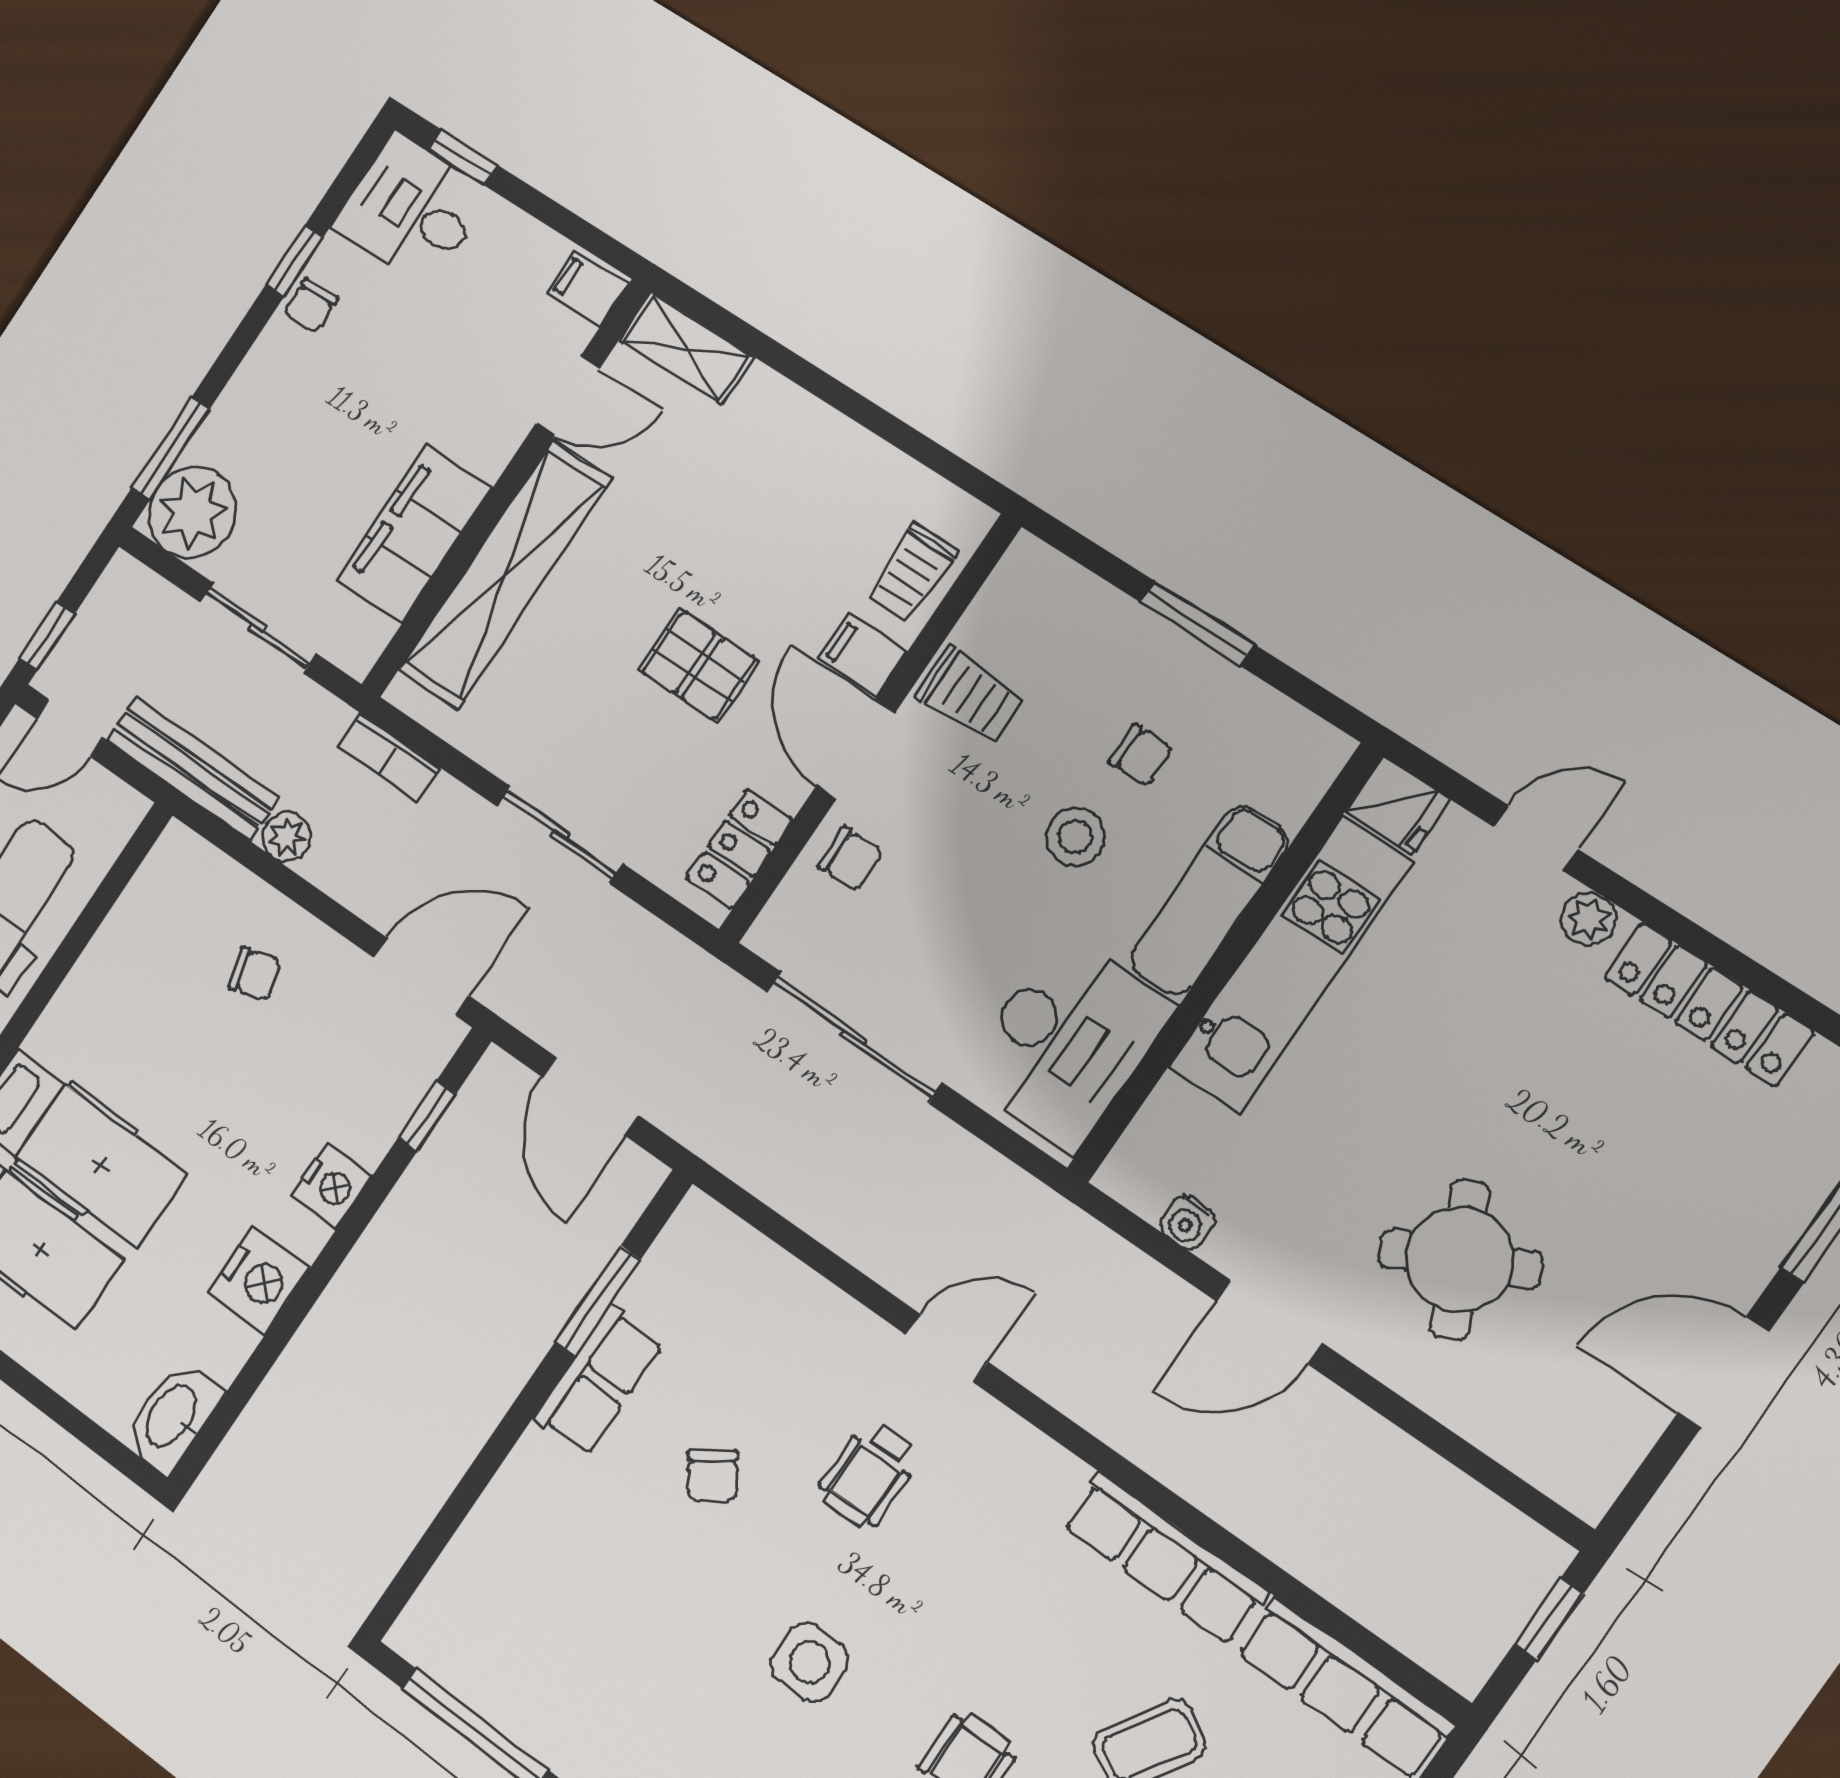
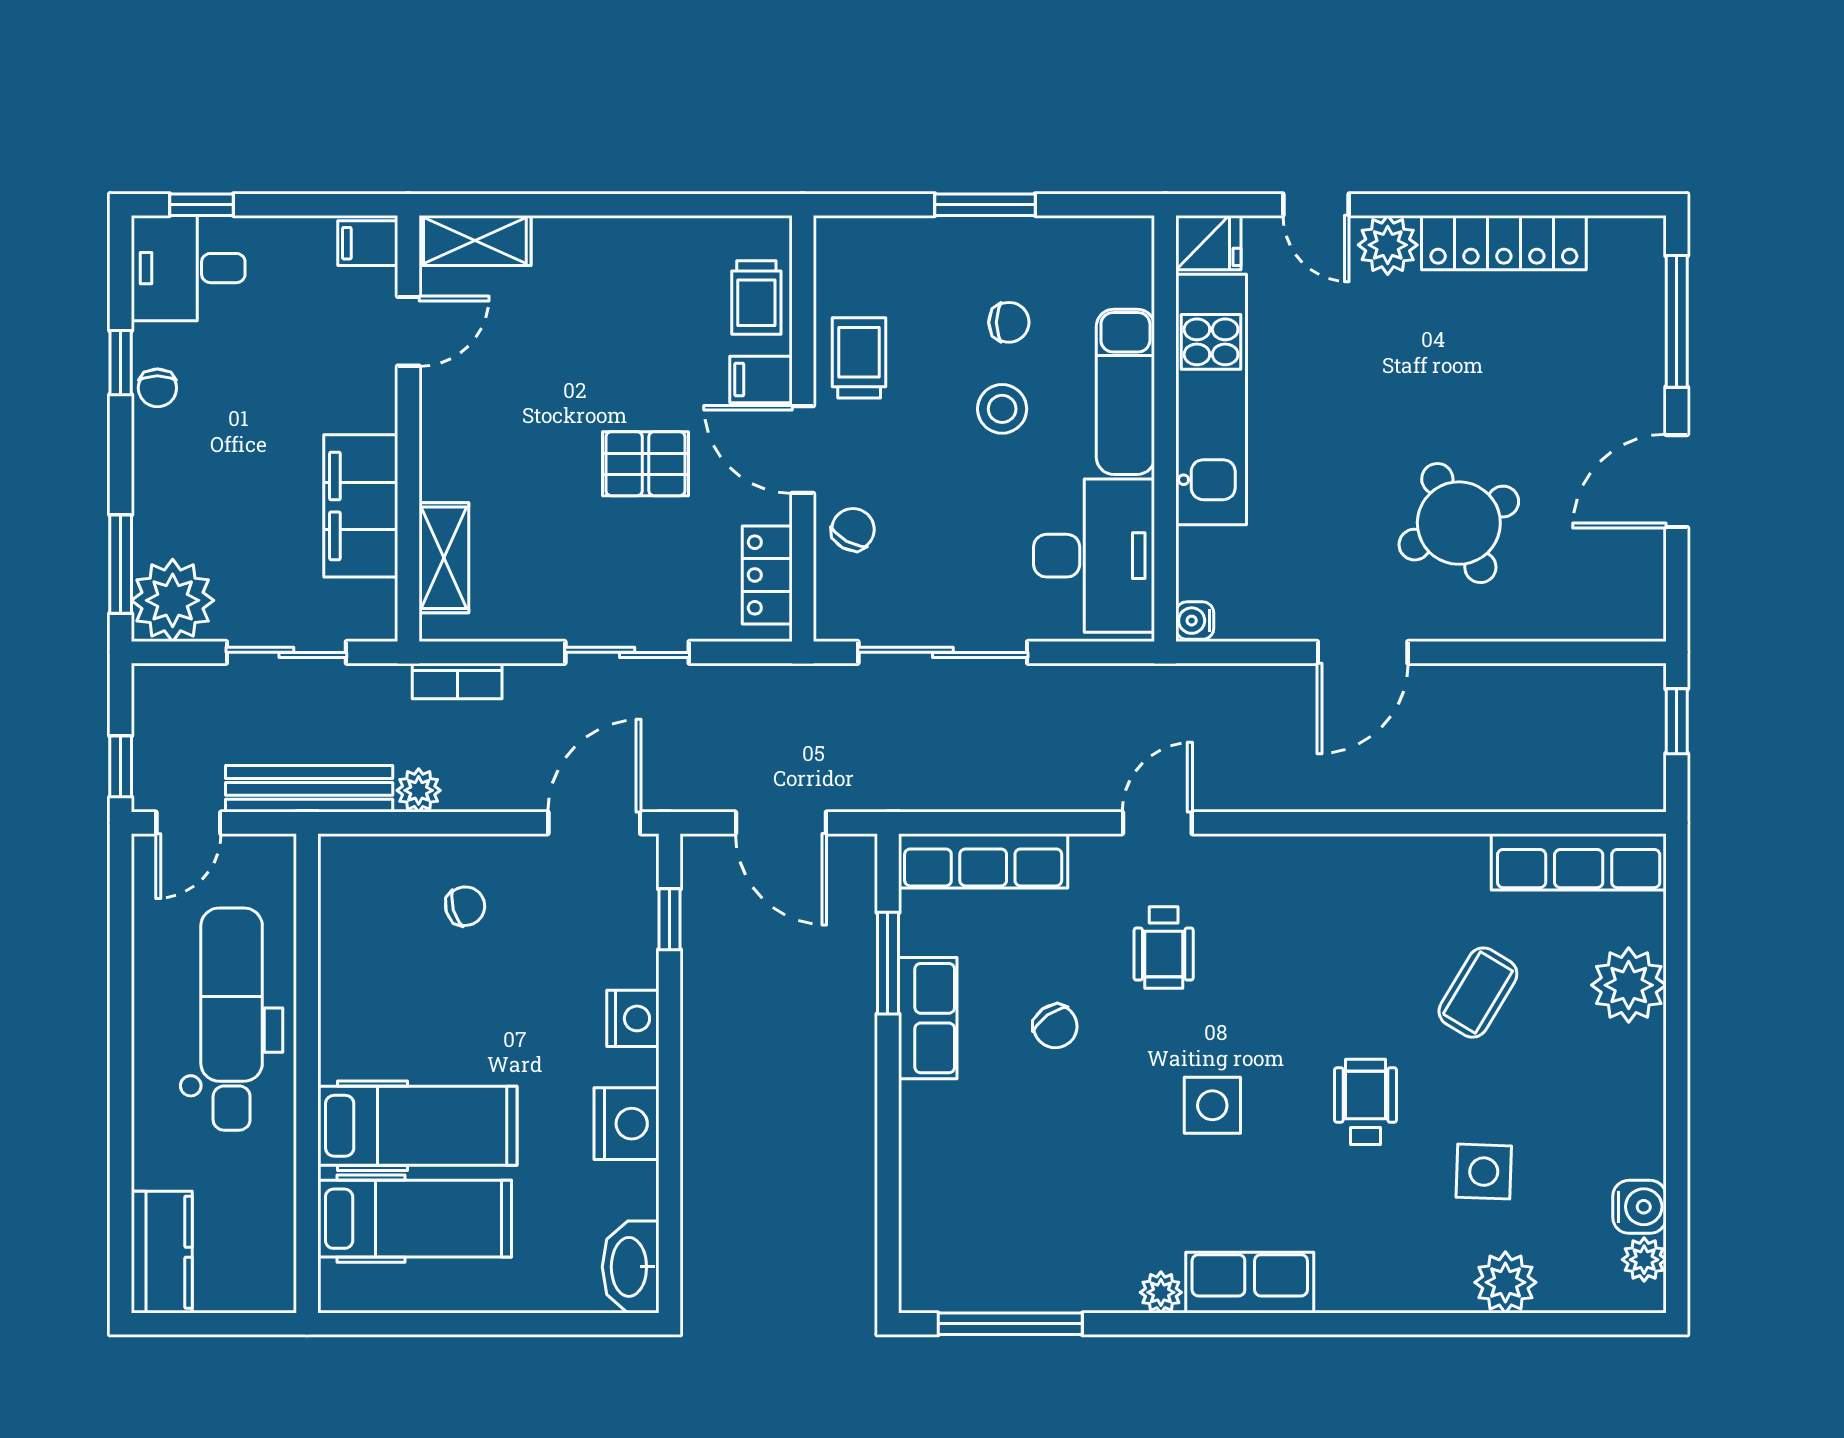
shelving: (505, 575) -> (444, 558), width x0.45, depth x0.75
trolley: (970, 695) -> (859, 358), turned -90
door: (1536, 838) -> (1316, 205), swing flipped
chair: (850, 859) -> (853, 529), turned -61
plant: (1589, 919) -> (1388, 245), width x1.38, depth x1.38
water cooler: (1187, 1222) -> (1195, 621), moved, turned 90
row of seats: (1164, 1559) -> (983, 861), moved

